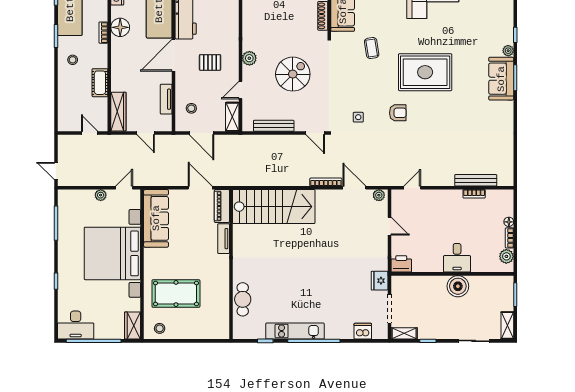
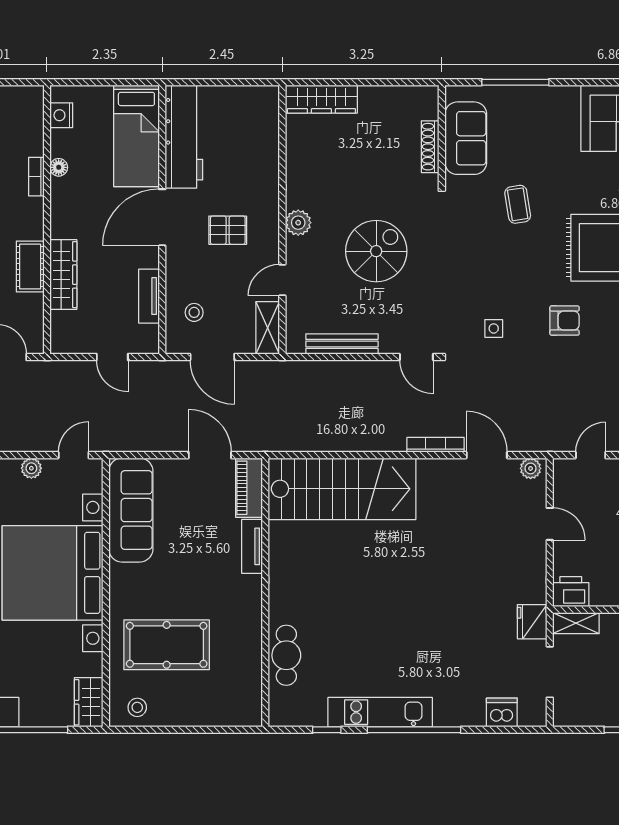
floor lamp: (120, 27) -> (59, 167), width x0.53, depth x0.53
wardrobe: (118, 112) -> (63, 275), moved
shelving: (404, 333) -> (576, 623), moved

